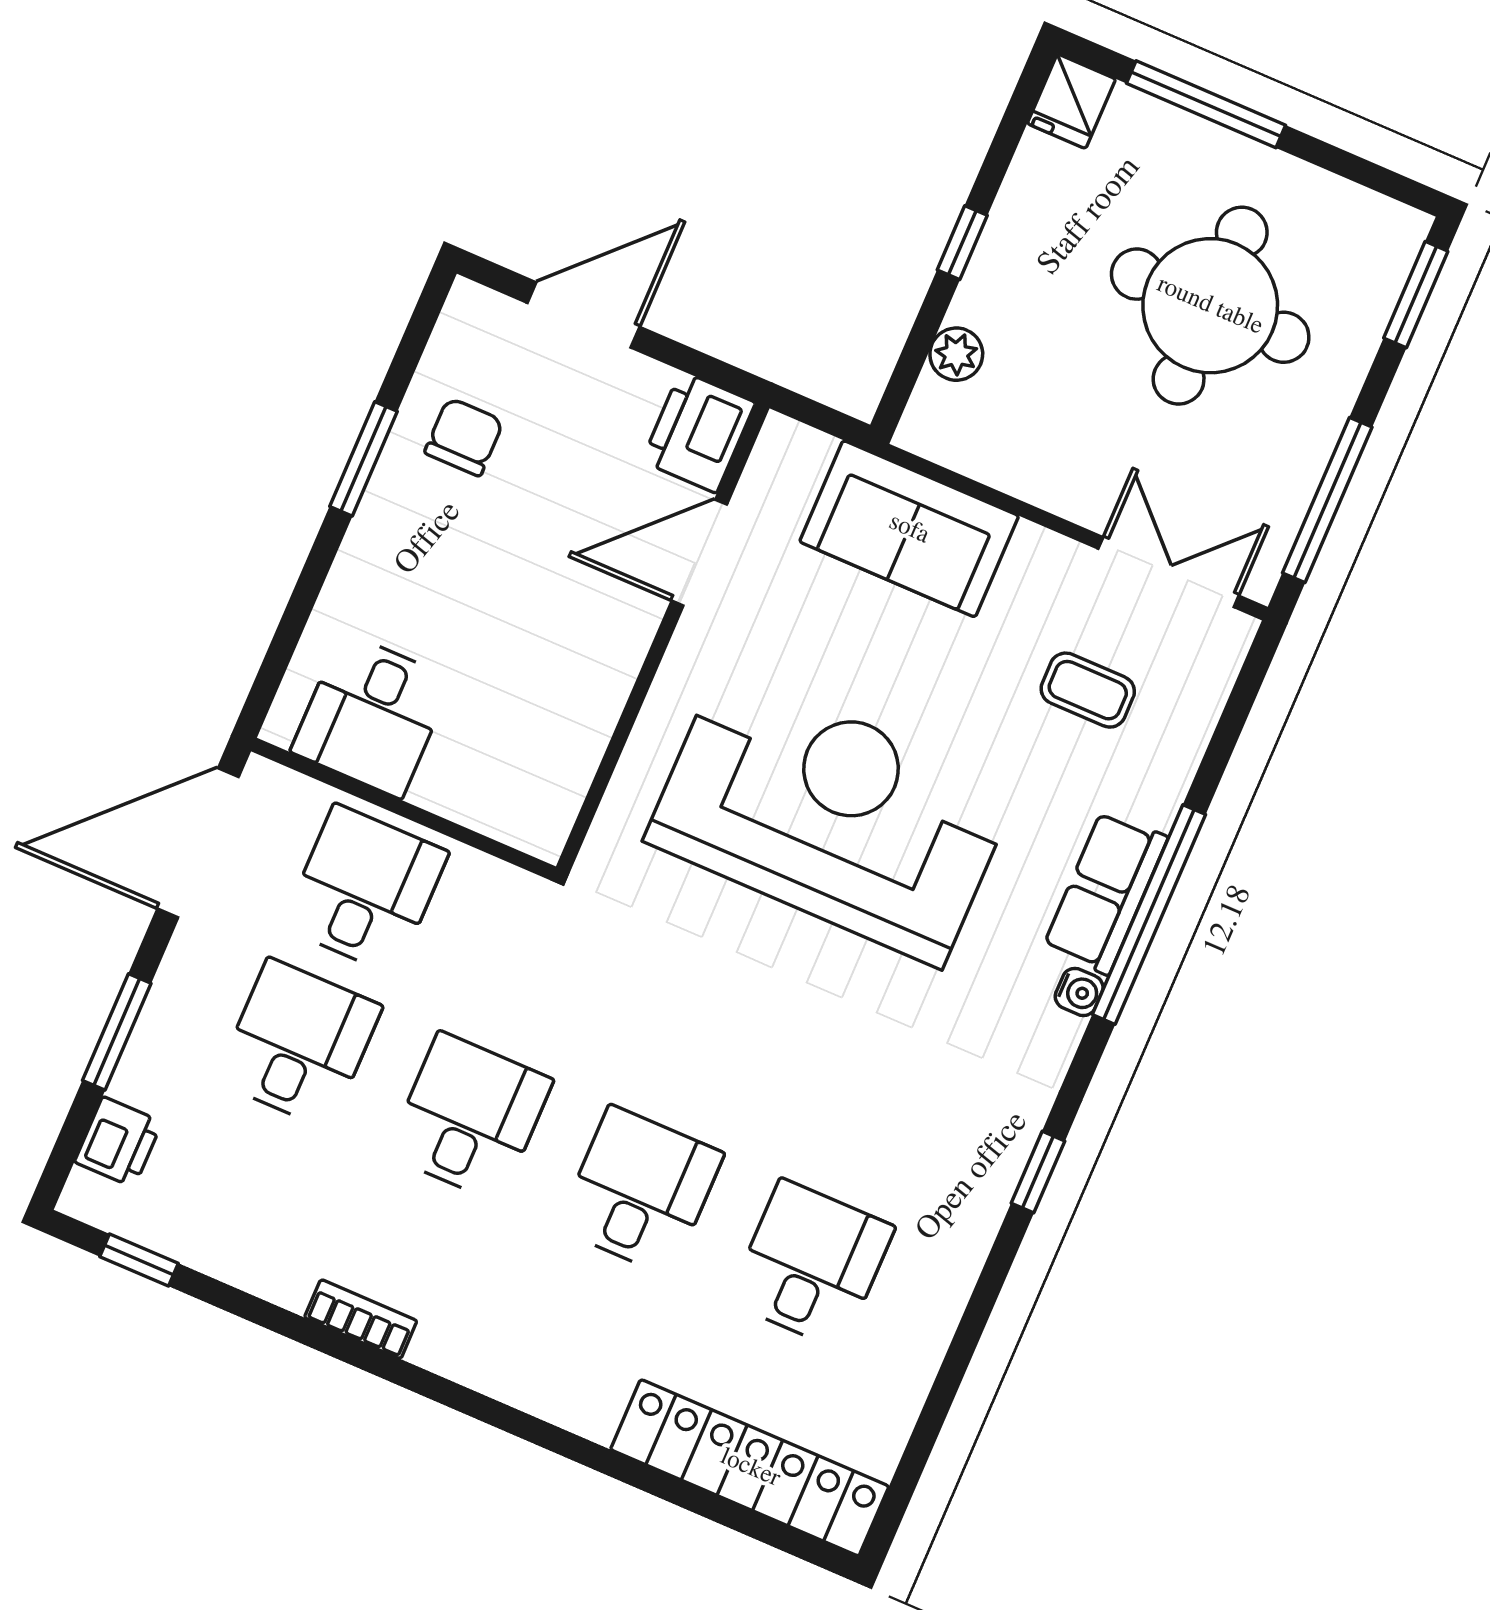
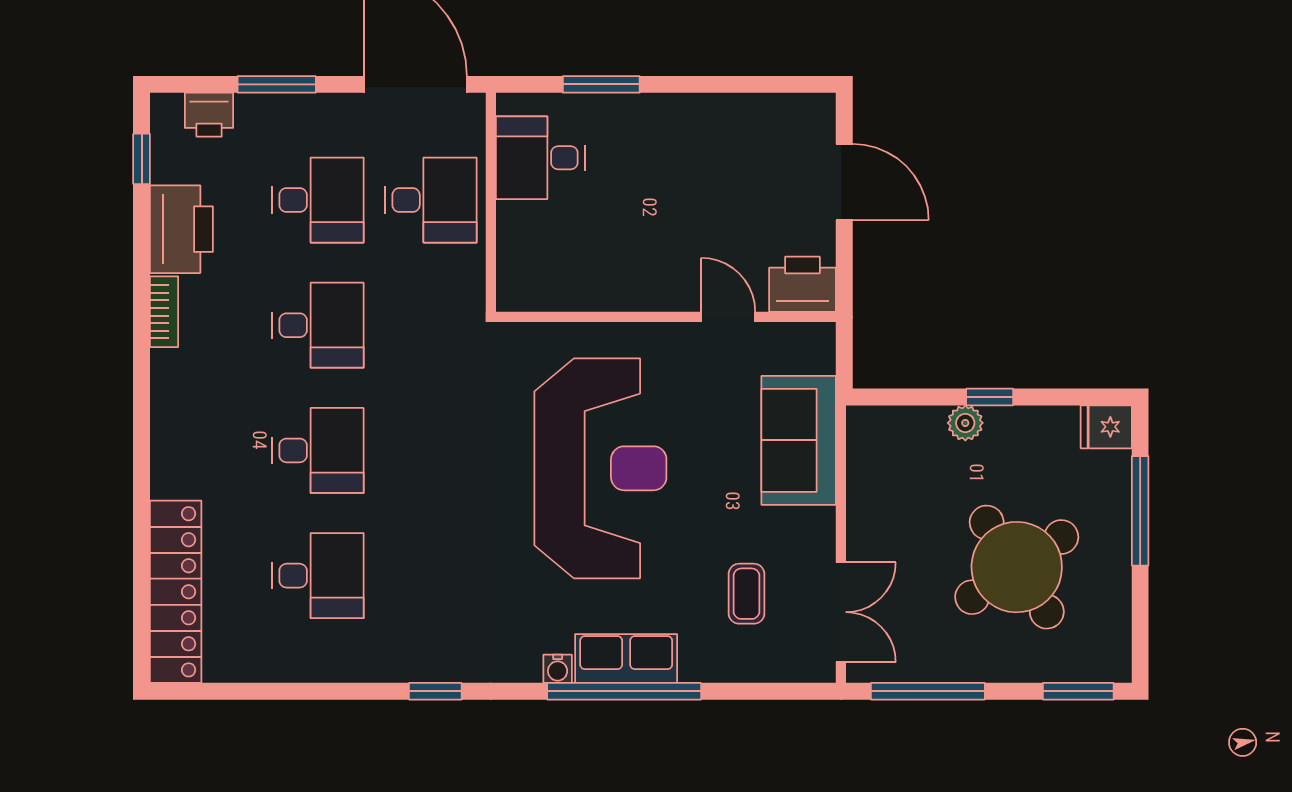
round table: (1210, 306) -> (1017, 567), turned -34
plant: (956, 354) -> (965, 423), moved
chair: (464, 437) -> (737, 141), removed
window: (363, 459) -> (601, 84), moved
door: (699, 553) -> (728, 317), width x0.73
printer: (258, 1247) -> (181, 229), added

